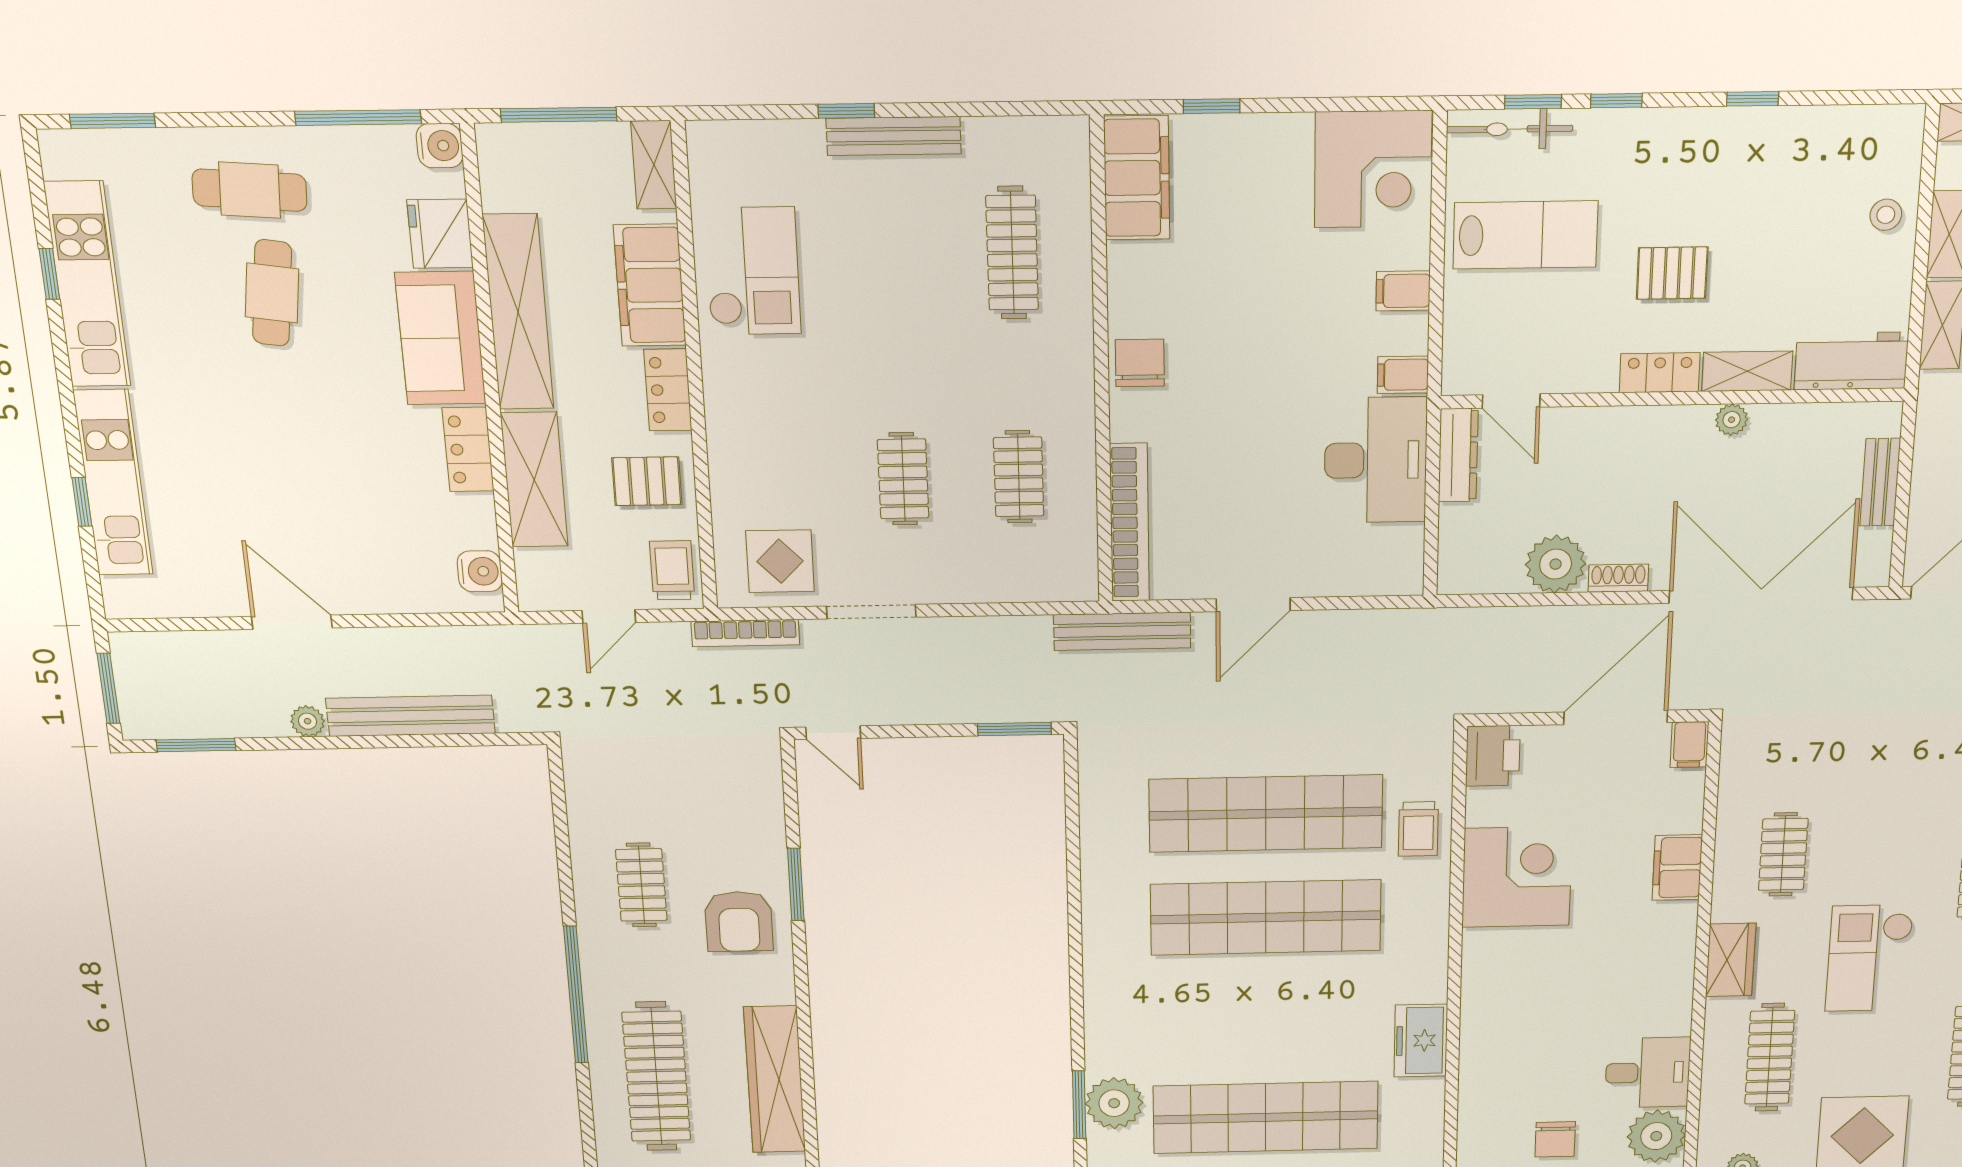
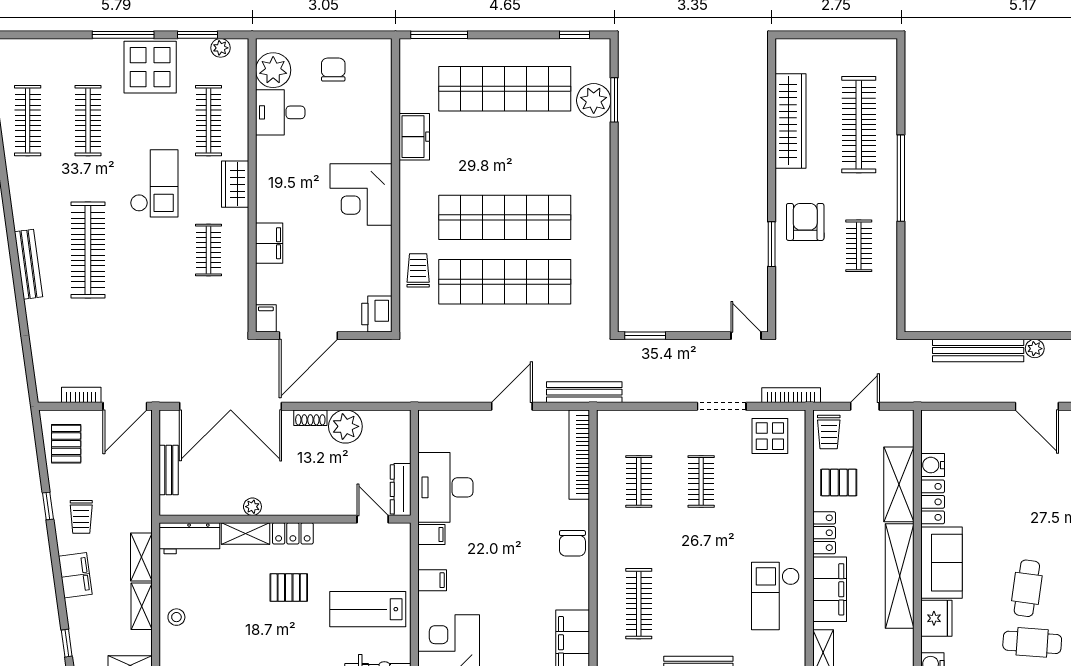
water cooler: (480, 571) -> (933, 465), moved
corner desk: (1517, 877) -> (361, 195), moved

